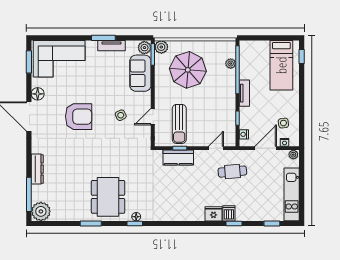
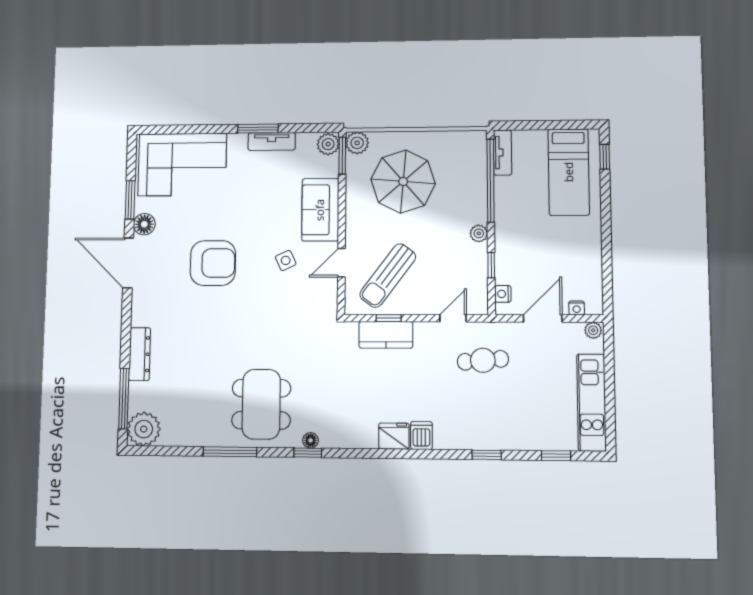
window: (29, 62) -> (130, 200), moved
plant: (231, 64) -> (479, 233), moved
sofa: (140, 73) -> (320, 210), moved
tv unit: (244, 93) -> (503, 152), moved
side table: (283, 123) -> (574, 274), removed
sun lounger: (179, 124) -> (388, 276), turned 37
dishwasher: (229, 213) -> (421, 435), moved
fridge: (213, 214) -> (394, 436), moved
window: (91, 223) -> (230, 452), width x1.44

